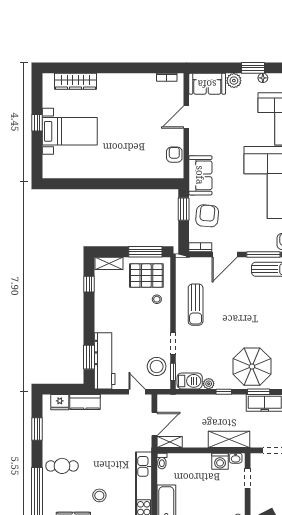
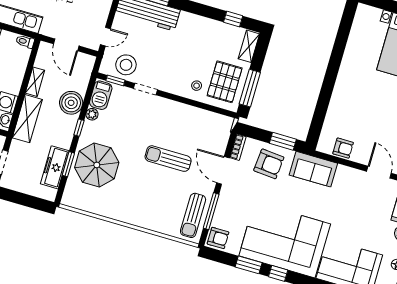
sun lounger: (196, 305) -> (168, 159), moved
boiler: (204, 405) -> (71, 103), added
shelving: (170, 442) -> (35, 82), moved

